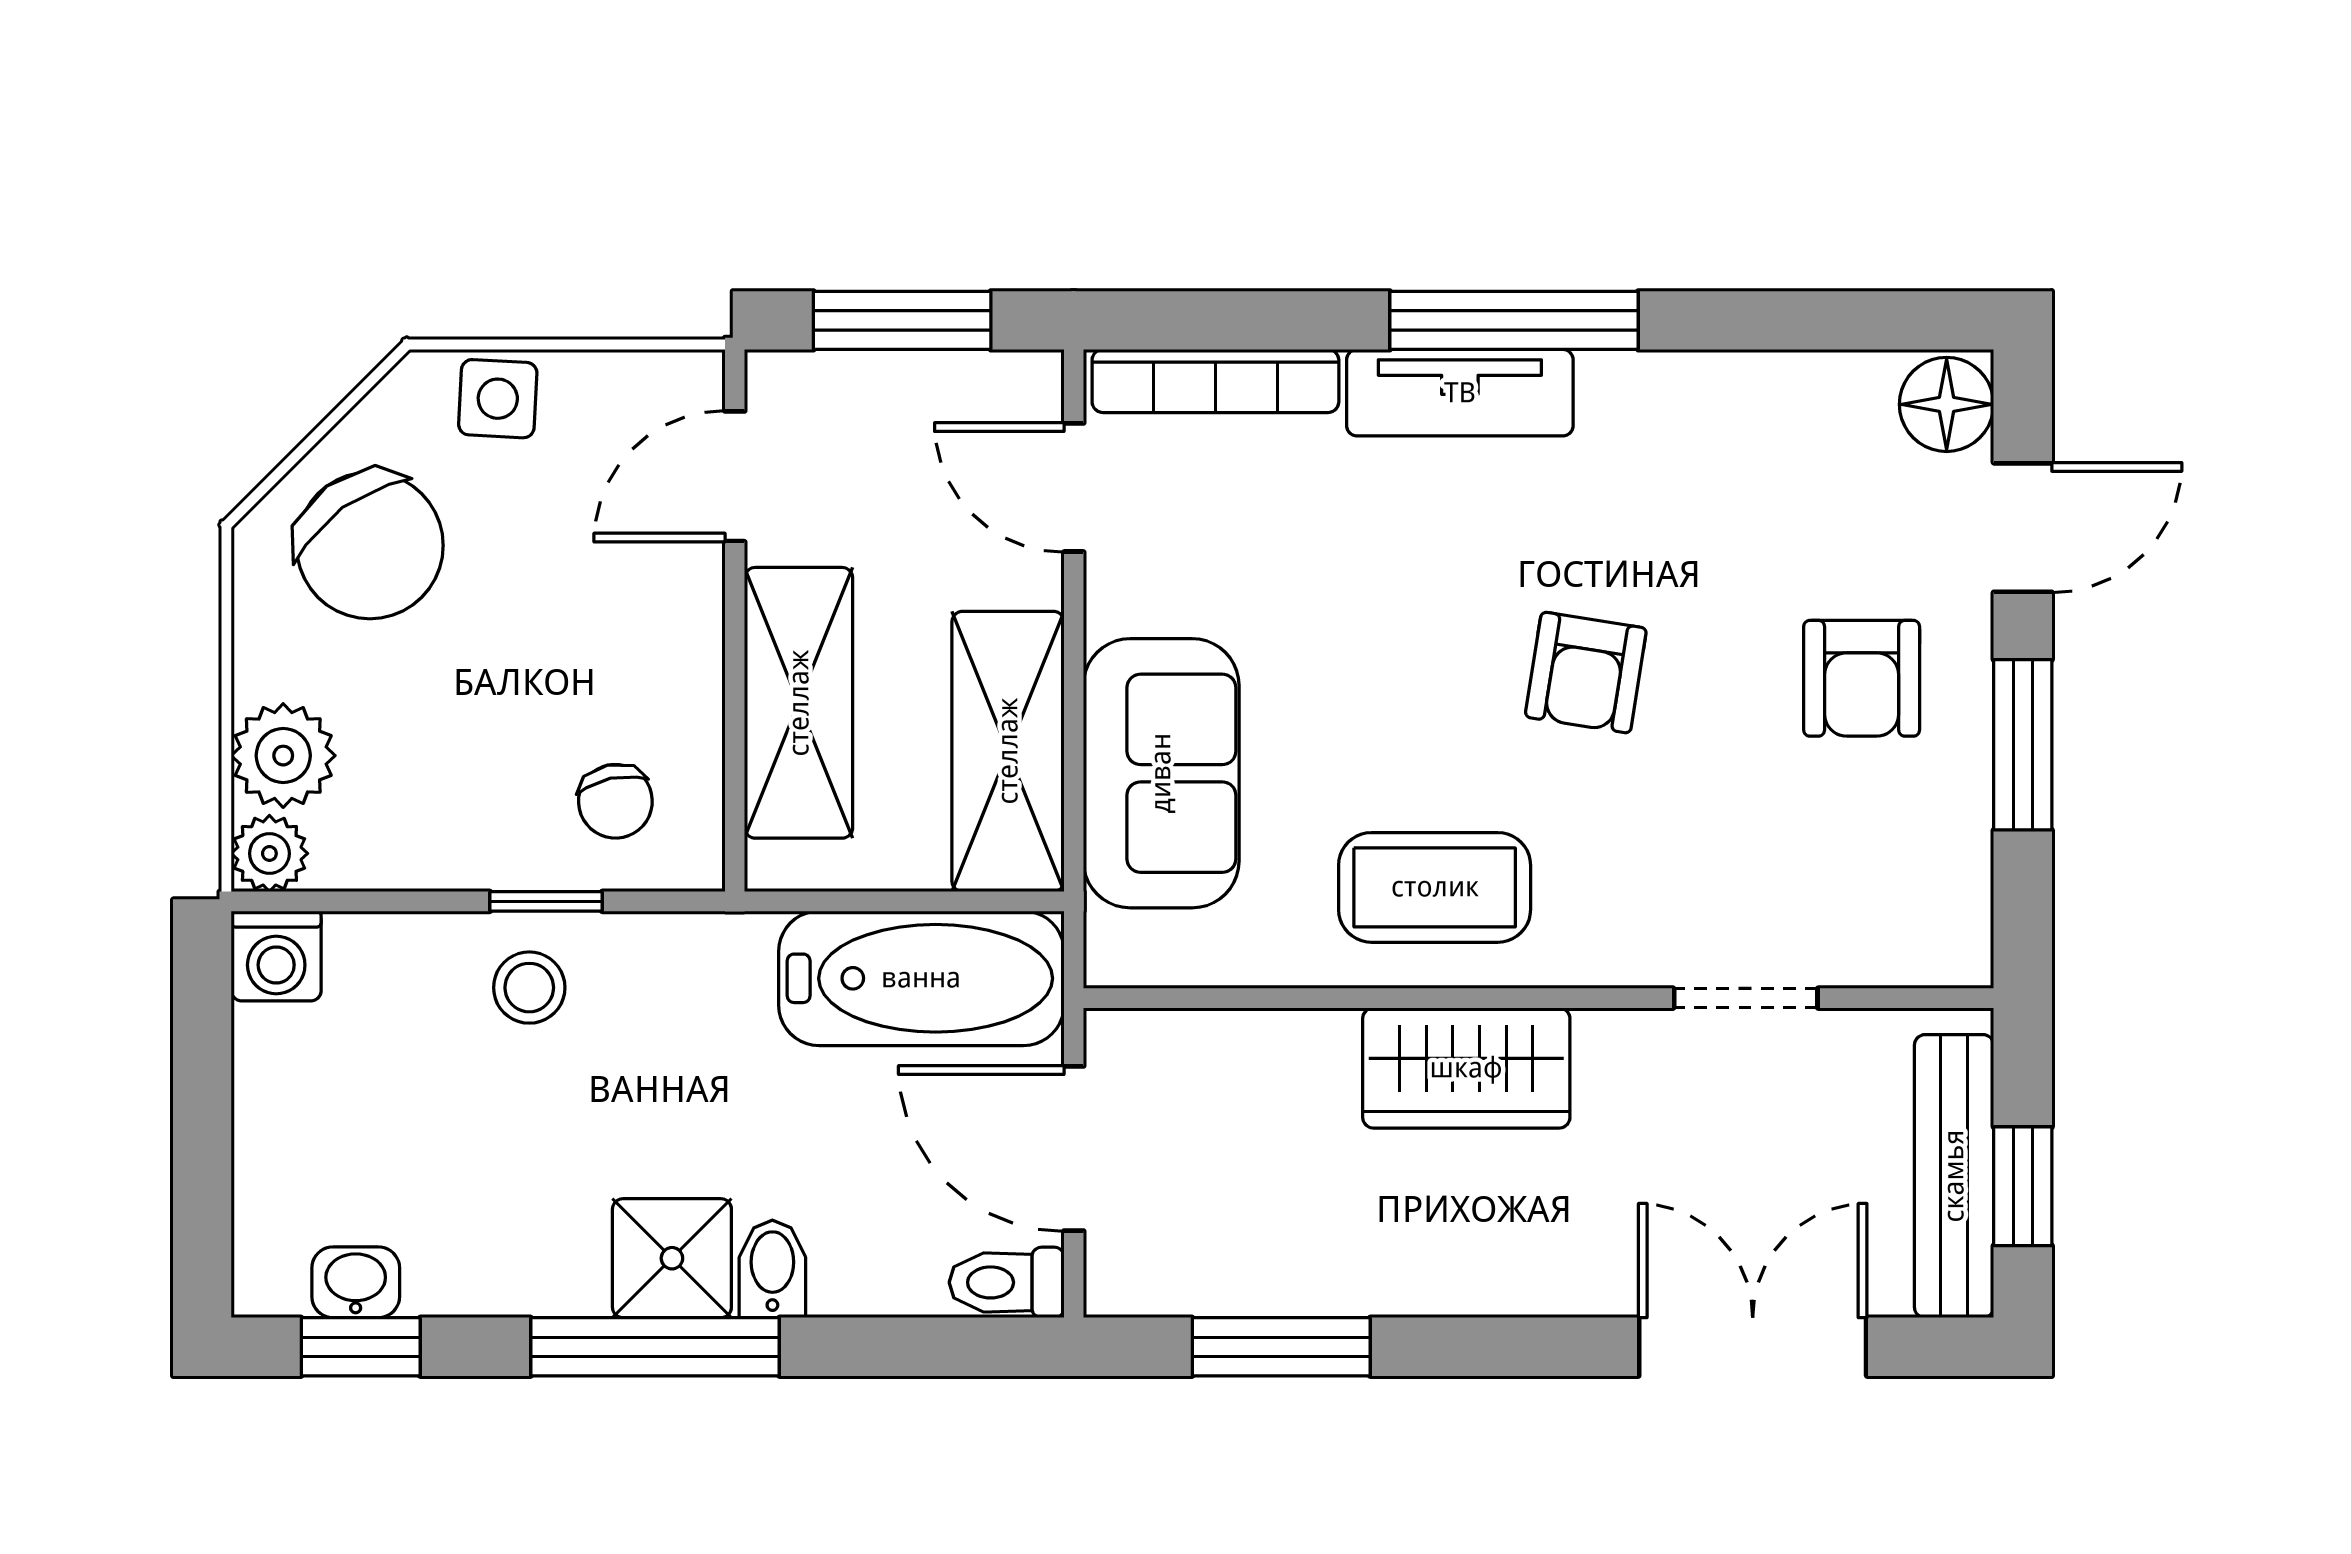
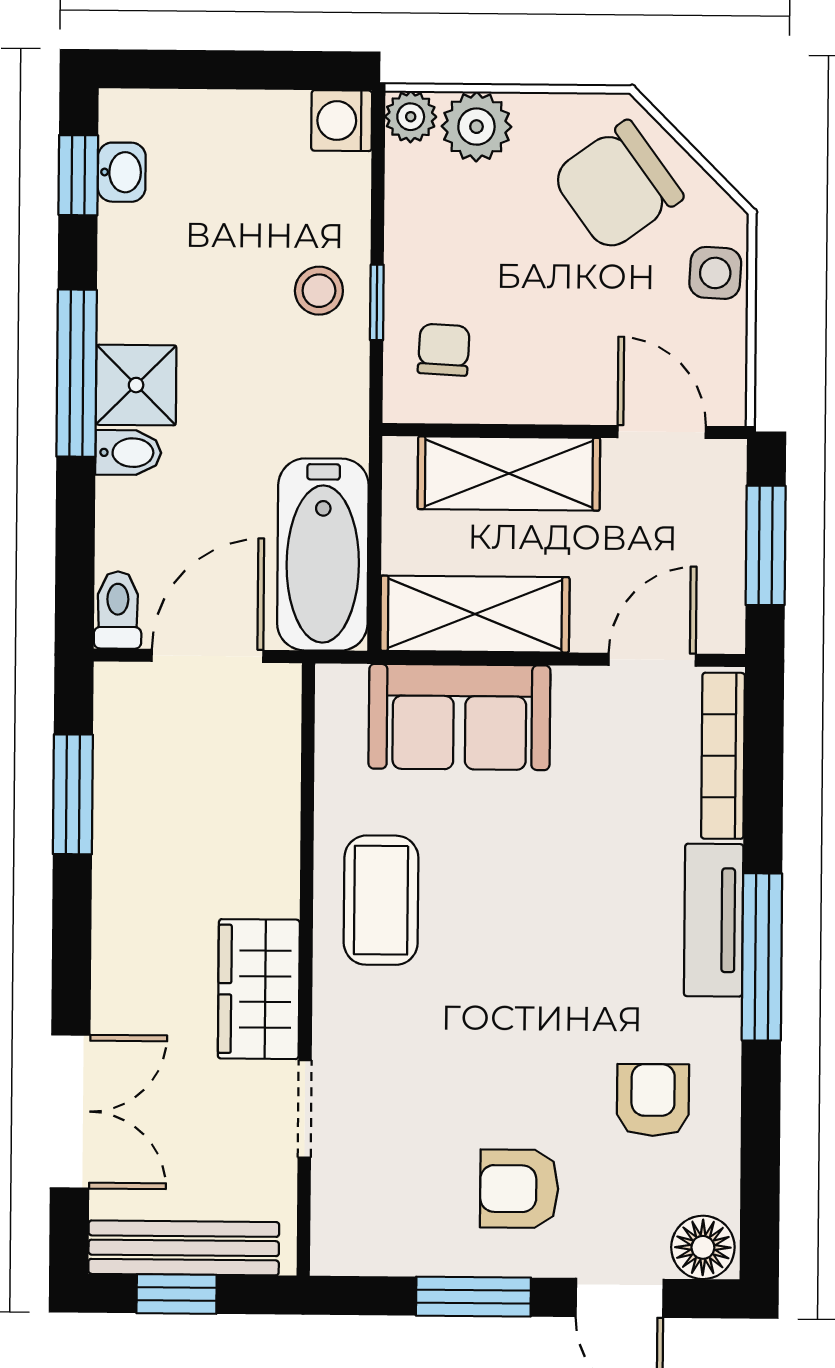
armchair: (1586, 673) -> (653, 1100), moved, turned 81
chair: (615, 801) -> (444, 350), turned 105
wardrobe: (1466, 1068) -> (259, 989), moved

